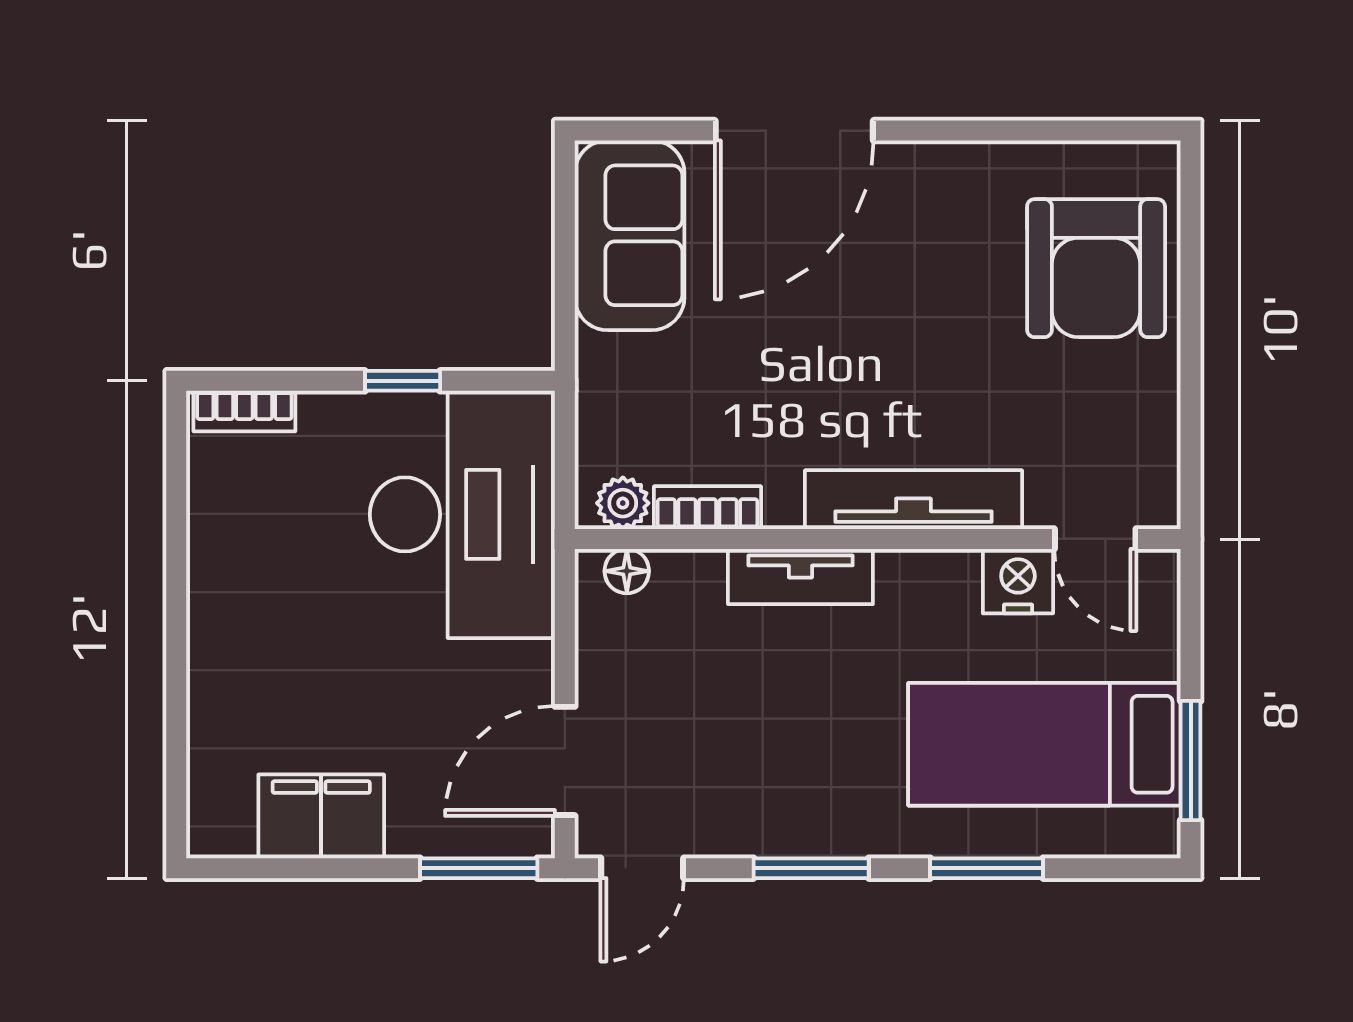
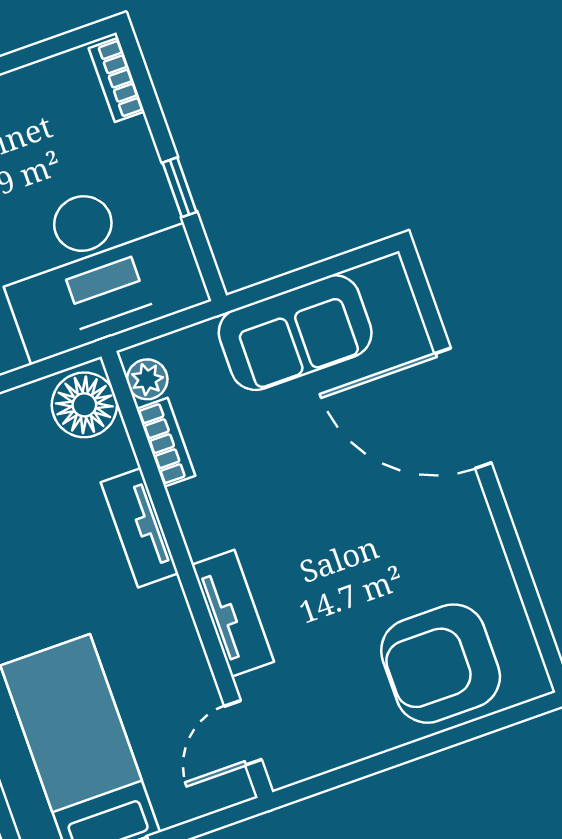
sofa: (630, 235) -> (295, 333), moved
tv unit: (913, 500) -> (233, 613), width x0.71
floor lamp: (627, 571) -> (84, 405), width x1.89, depth x1.89
nightstand: (1018, 581) -> (192, 687), removed

